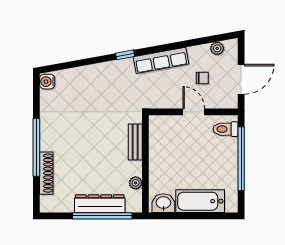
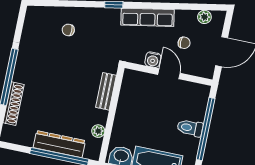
water cooler: (47, 82) -> (153, 60), moved, turned -90
chair: (85, 89) -> (68, 30), added
toilet: (225, 129) -> (190, 128), moved

